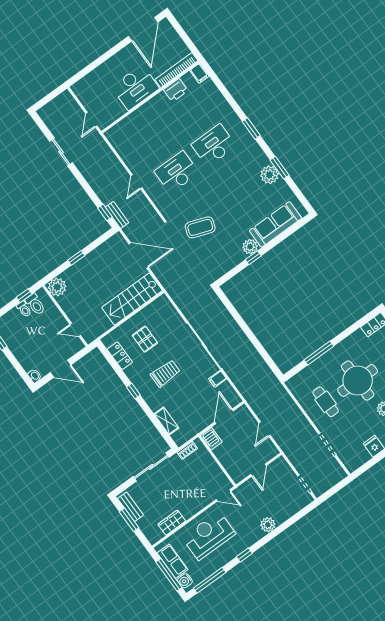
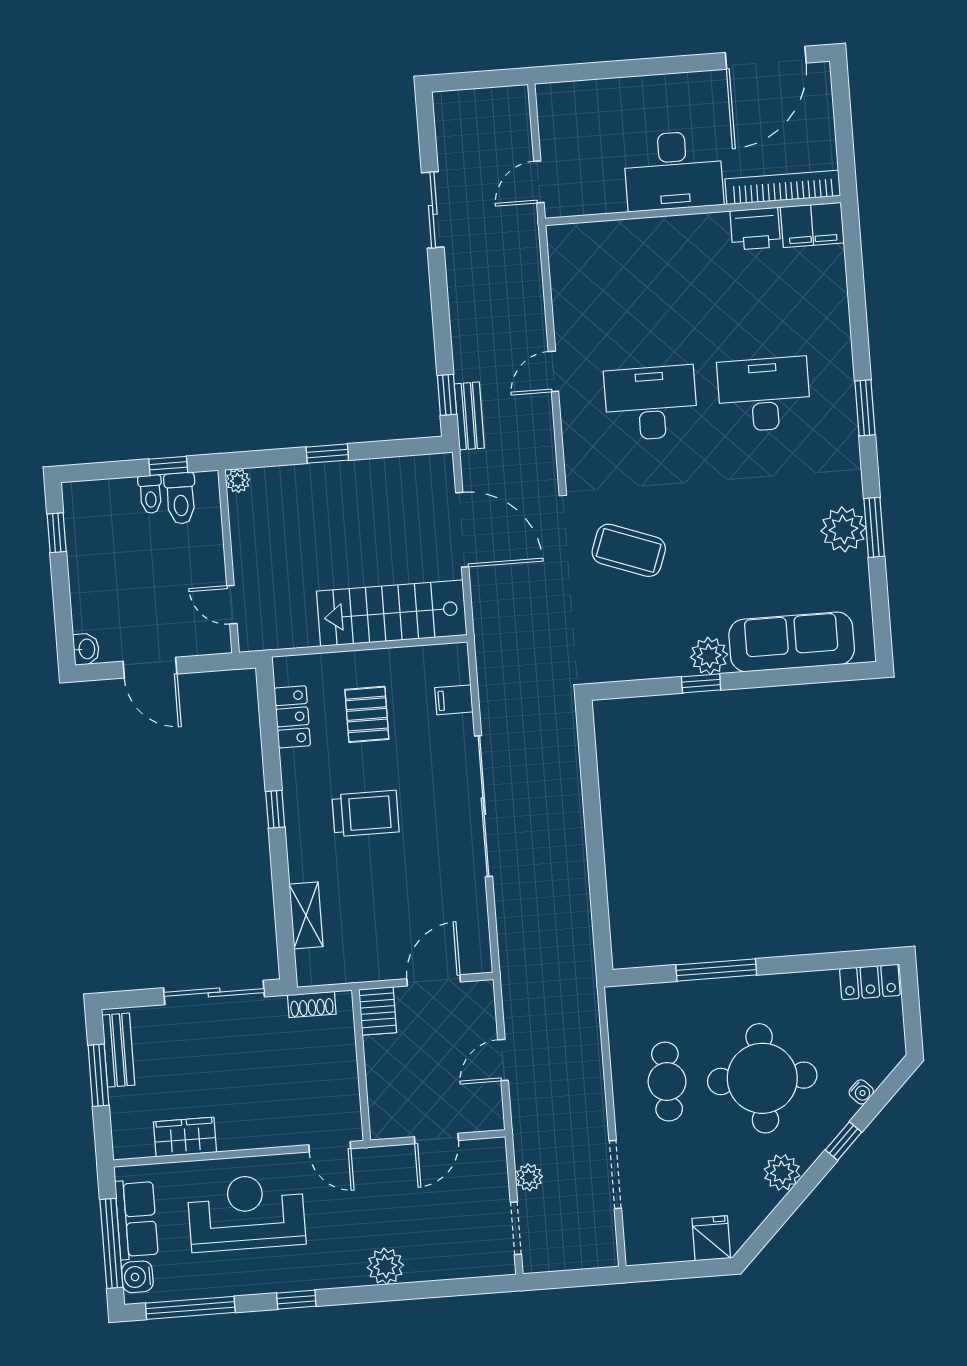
filing cabinet: (199, 73) -> (812, 225), width x2.00
plant: (57, 287) -> (238, 481), width x0.53, depth x0.53
filing cabinet: (218, 379) -> (454, 700), moved
plant: (298, 464) -> (529, 1177), added

